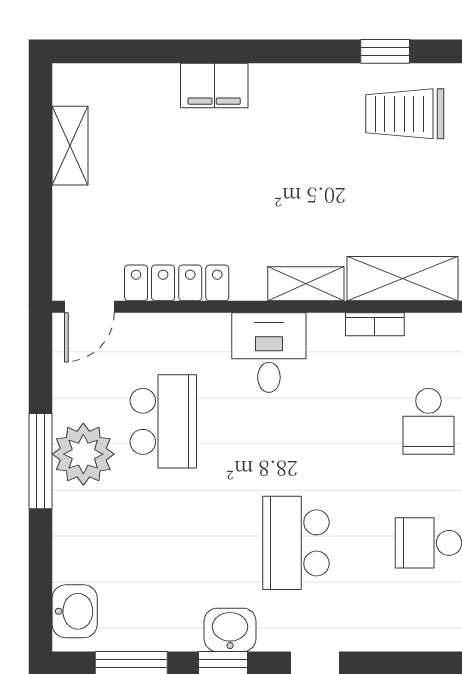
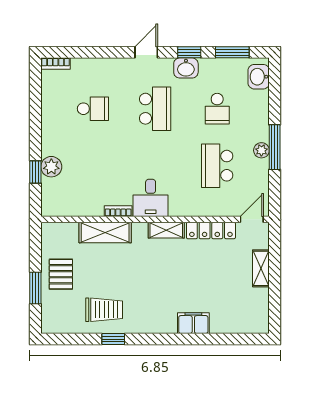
shelving: (70, 146) -> (261, 268), moved
shelving: (306, 284) -> (166, 230), moved
desk: (269, 352) -> (151, 198), moved
school desk: (428, 421) -> (217, 109), moved, turned 180
plant: (83, 454) -> (261, 150), width x0.53, depth x0.53

